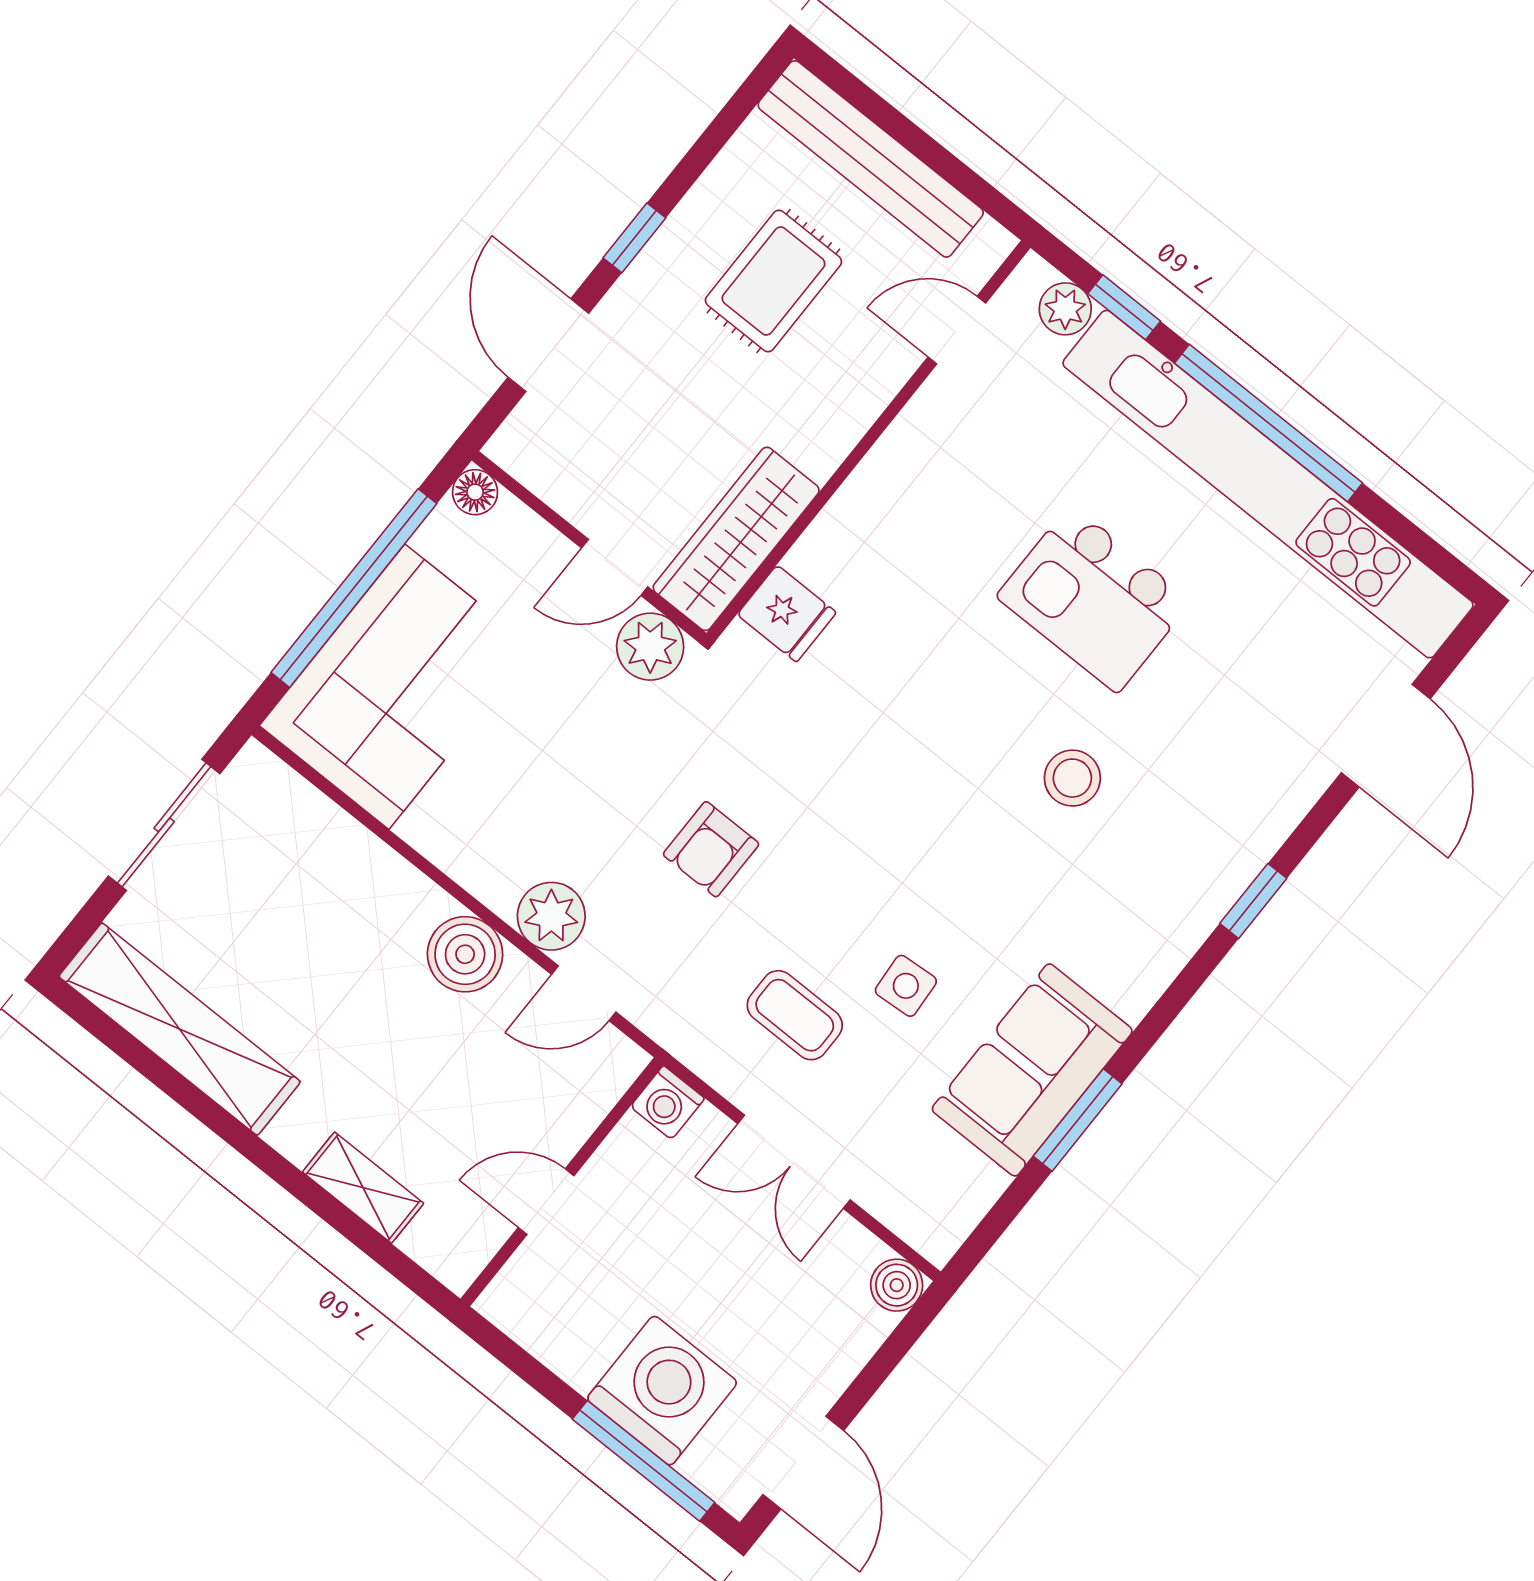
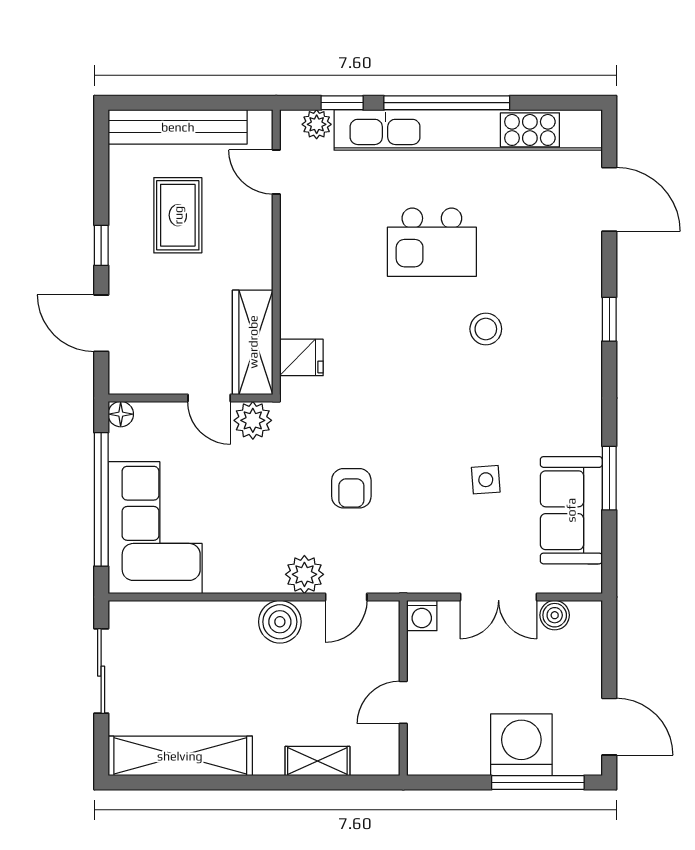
door: (957, 330) -> (276, 172), hinge flipped
door: (615, 567) -> (209, 398), hinge flipped
coffee table: (795, 1015) -> (447, 532), removed
sofa: (1032, 1070) -> (571, 510), moved
boiler: (897, 1285) -> (555, 615), moved

